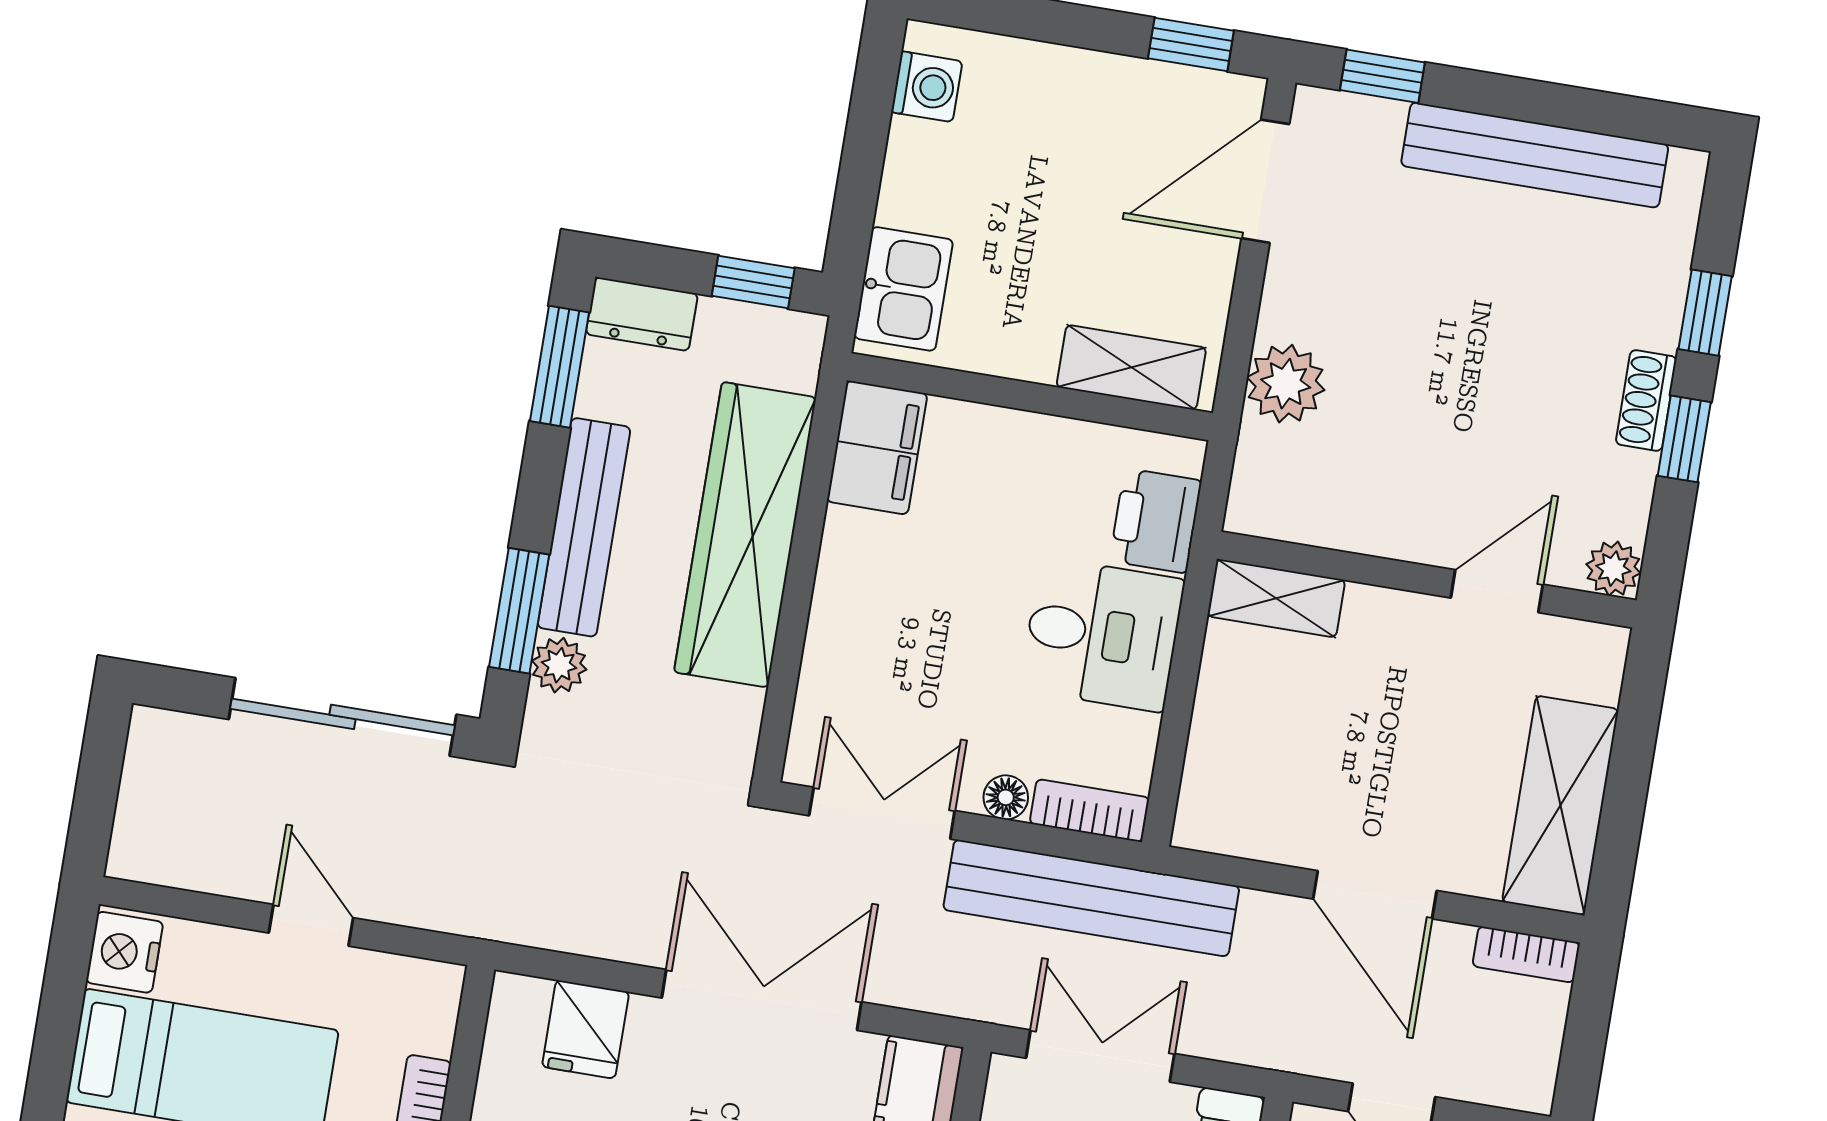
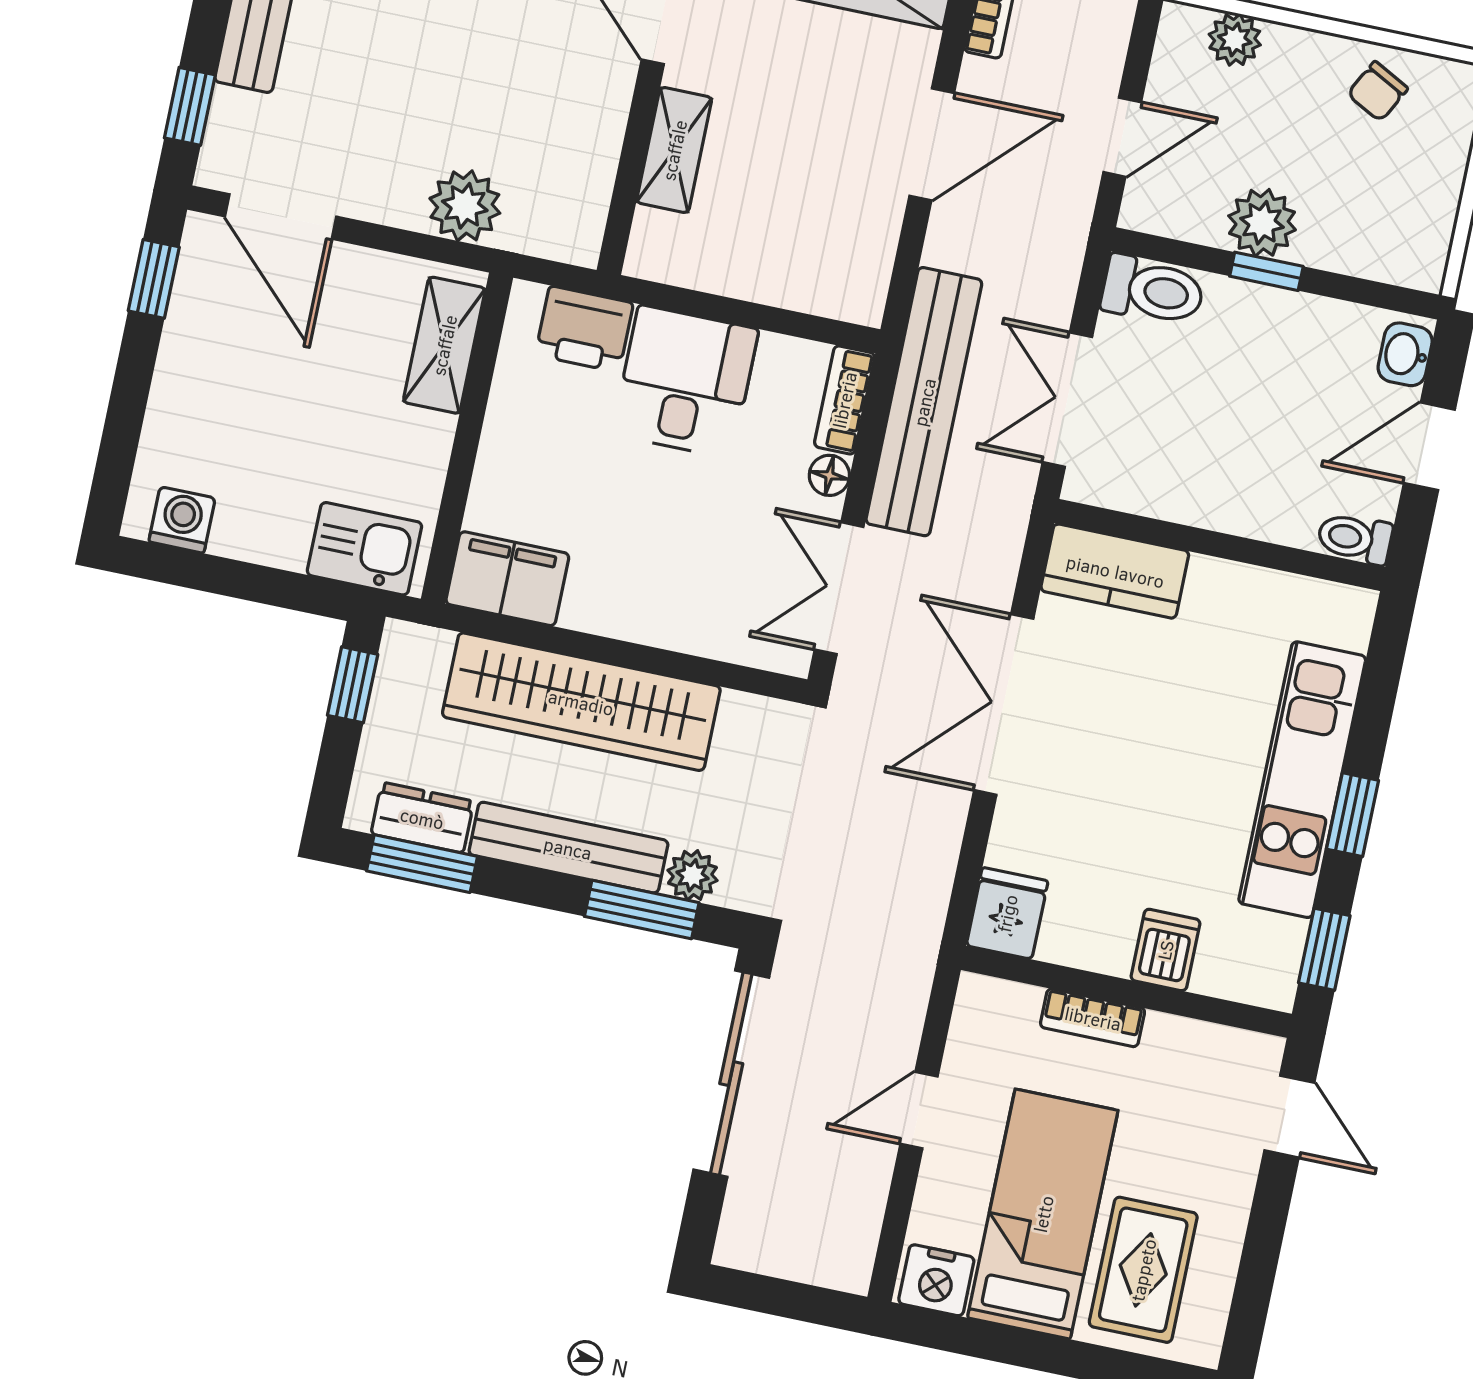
dresser: (642, 314) -> (422, 818), moved, turned -90
shelving: (1276, 598) -> (674, 150), moved
fridge: (586, 1029) -> (1007, 913), moved, turned -90

